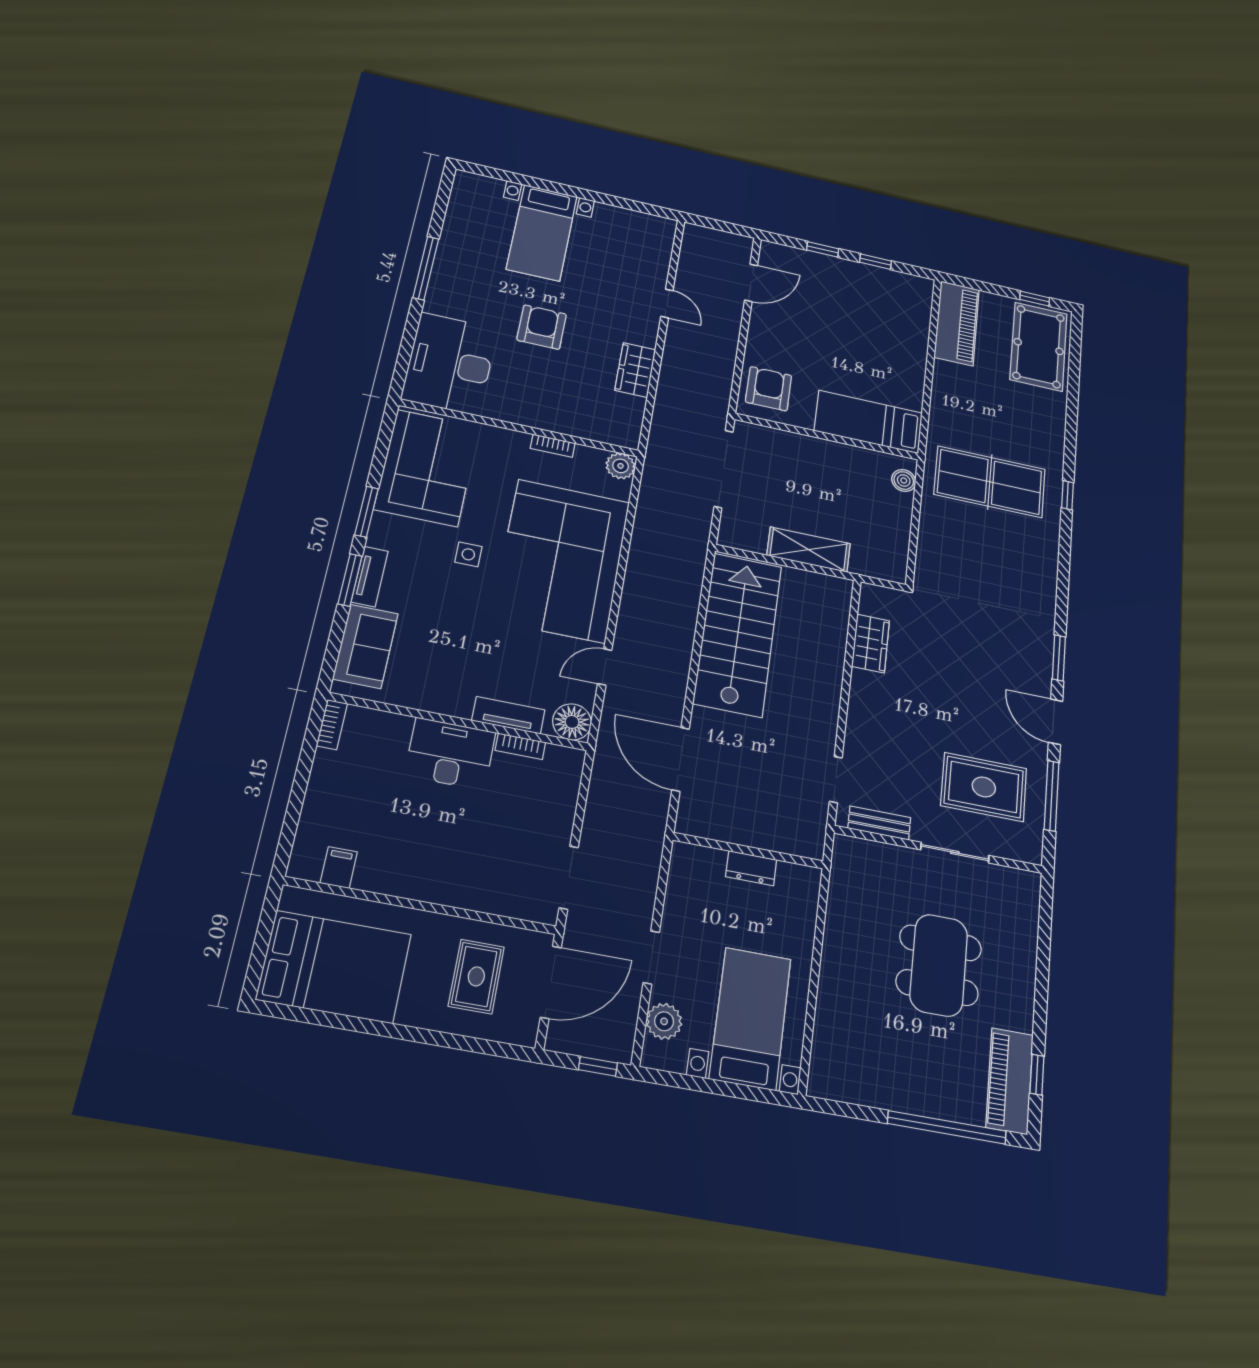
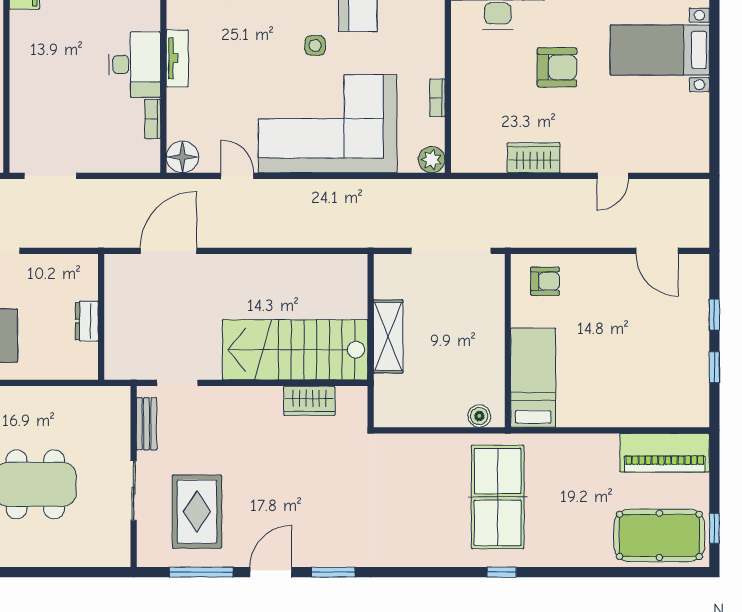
armchair: (769, 389) -> (545, 281), width x0.72, depth x0.72
stairs: (738, 634) -> (295, 350), moved, turned 180
tv unit: (508, 715) -> (177, 58), moved

